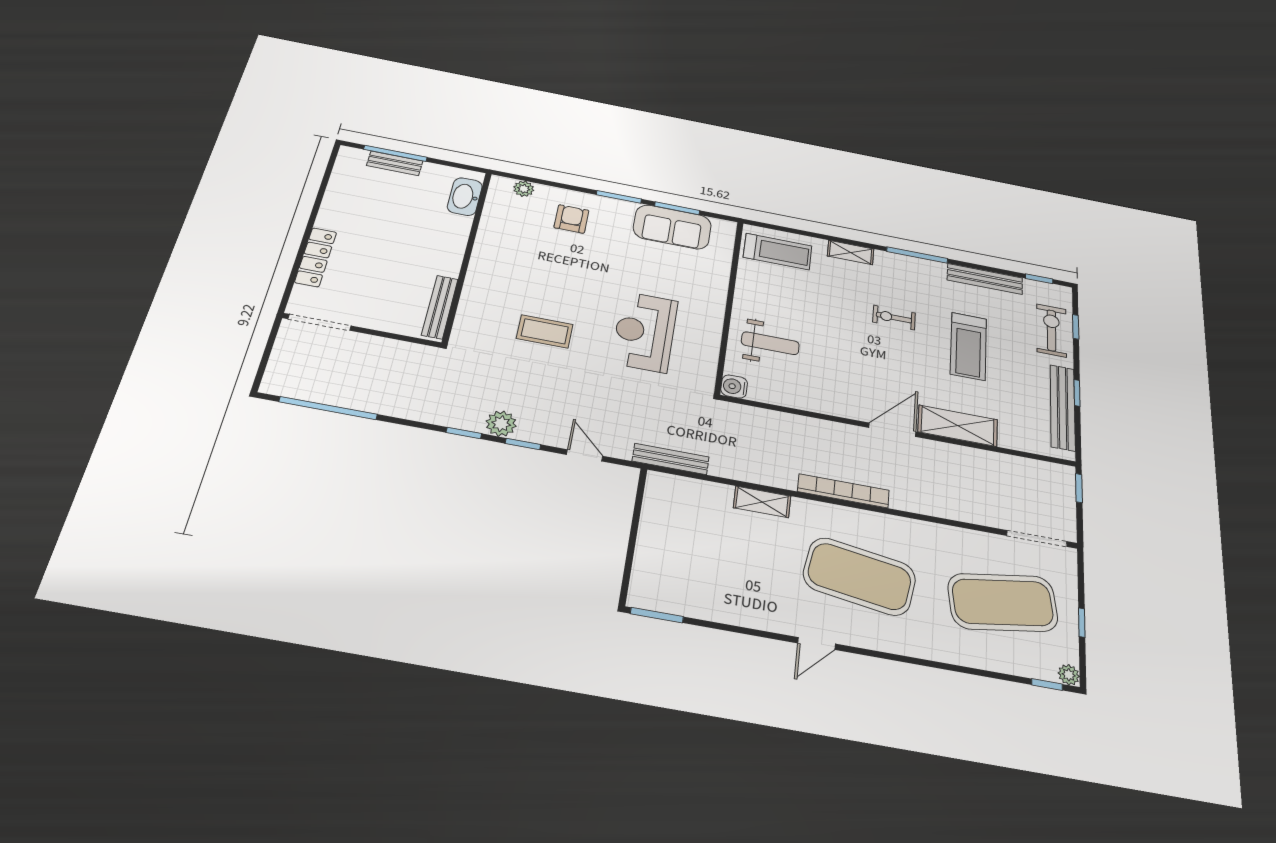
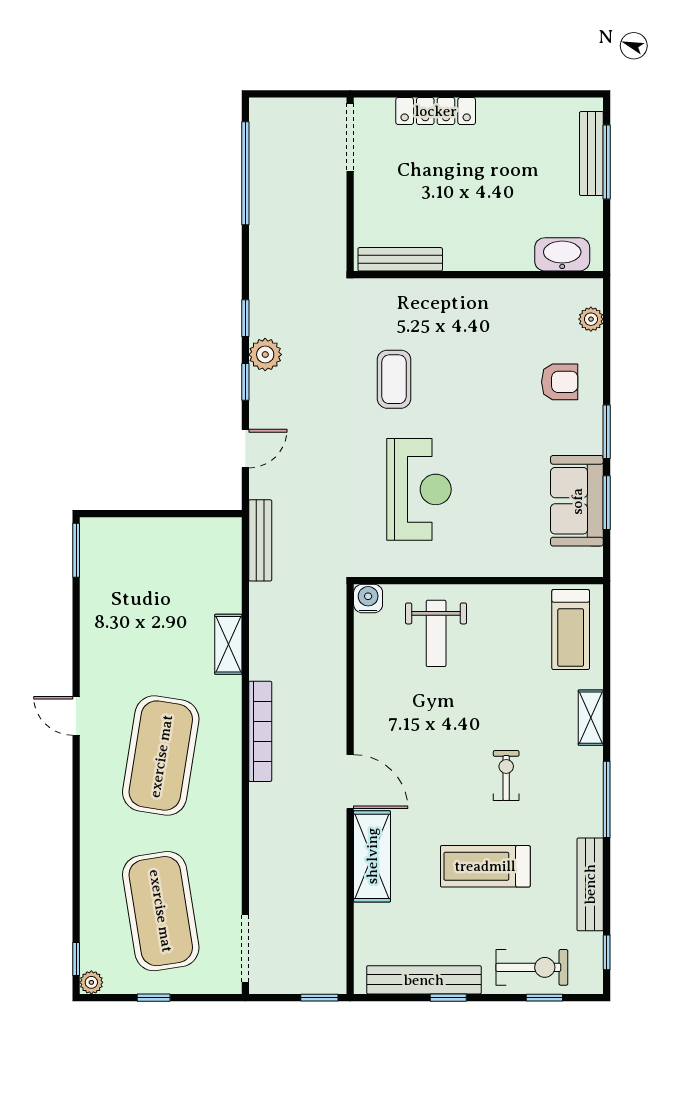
bench: (395, 163) -> (591, 154), width x1.36
reception desk: (645, 332) -> (419, 489), turned 90

